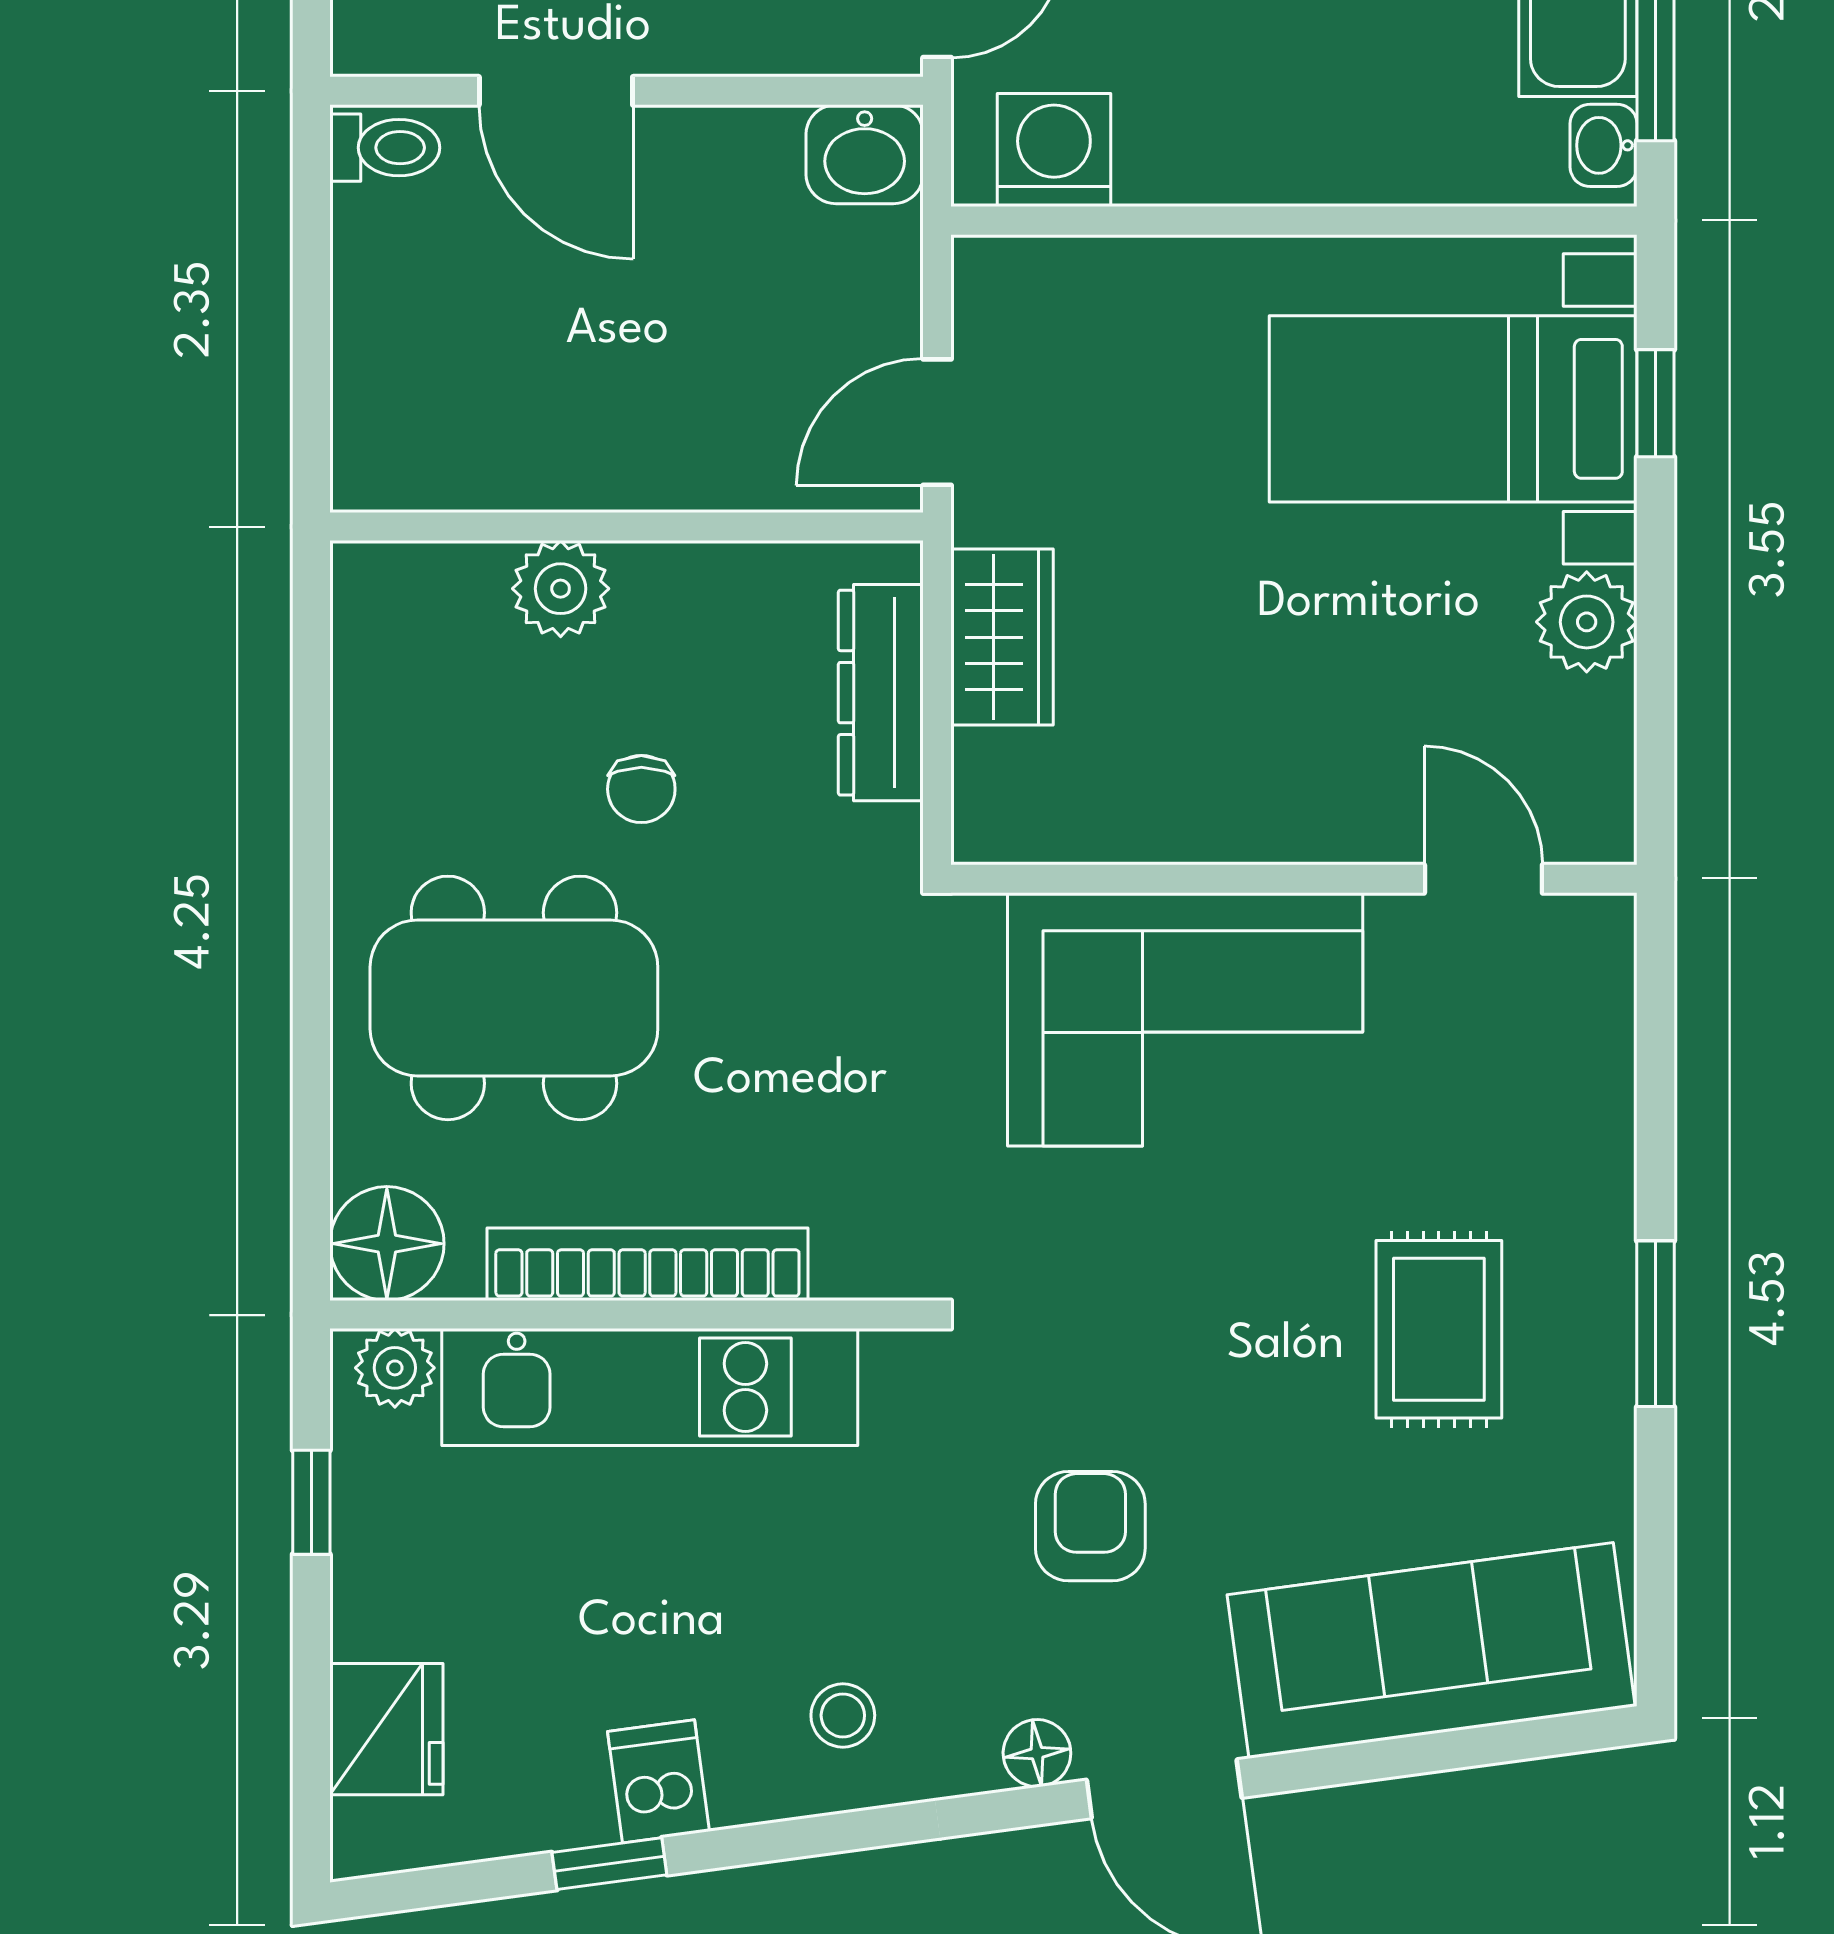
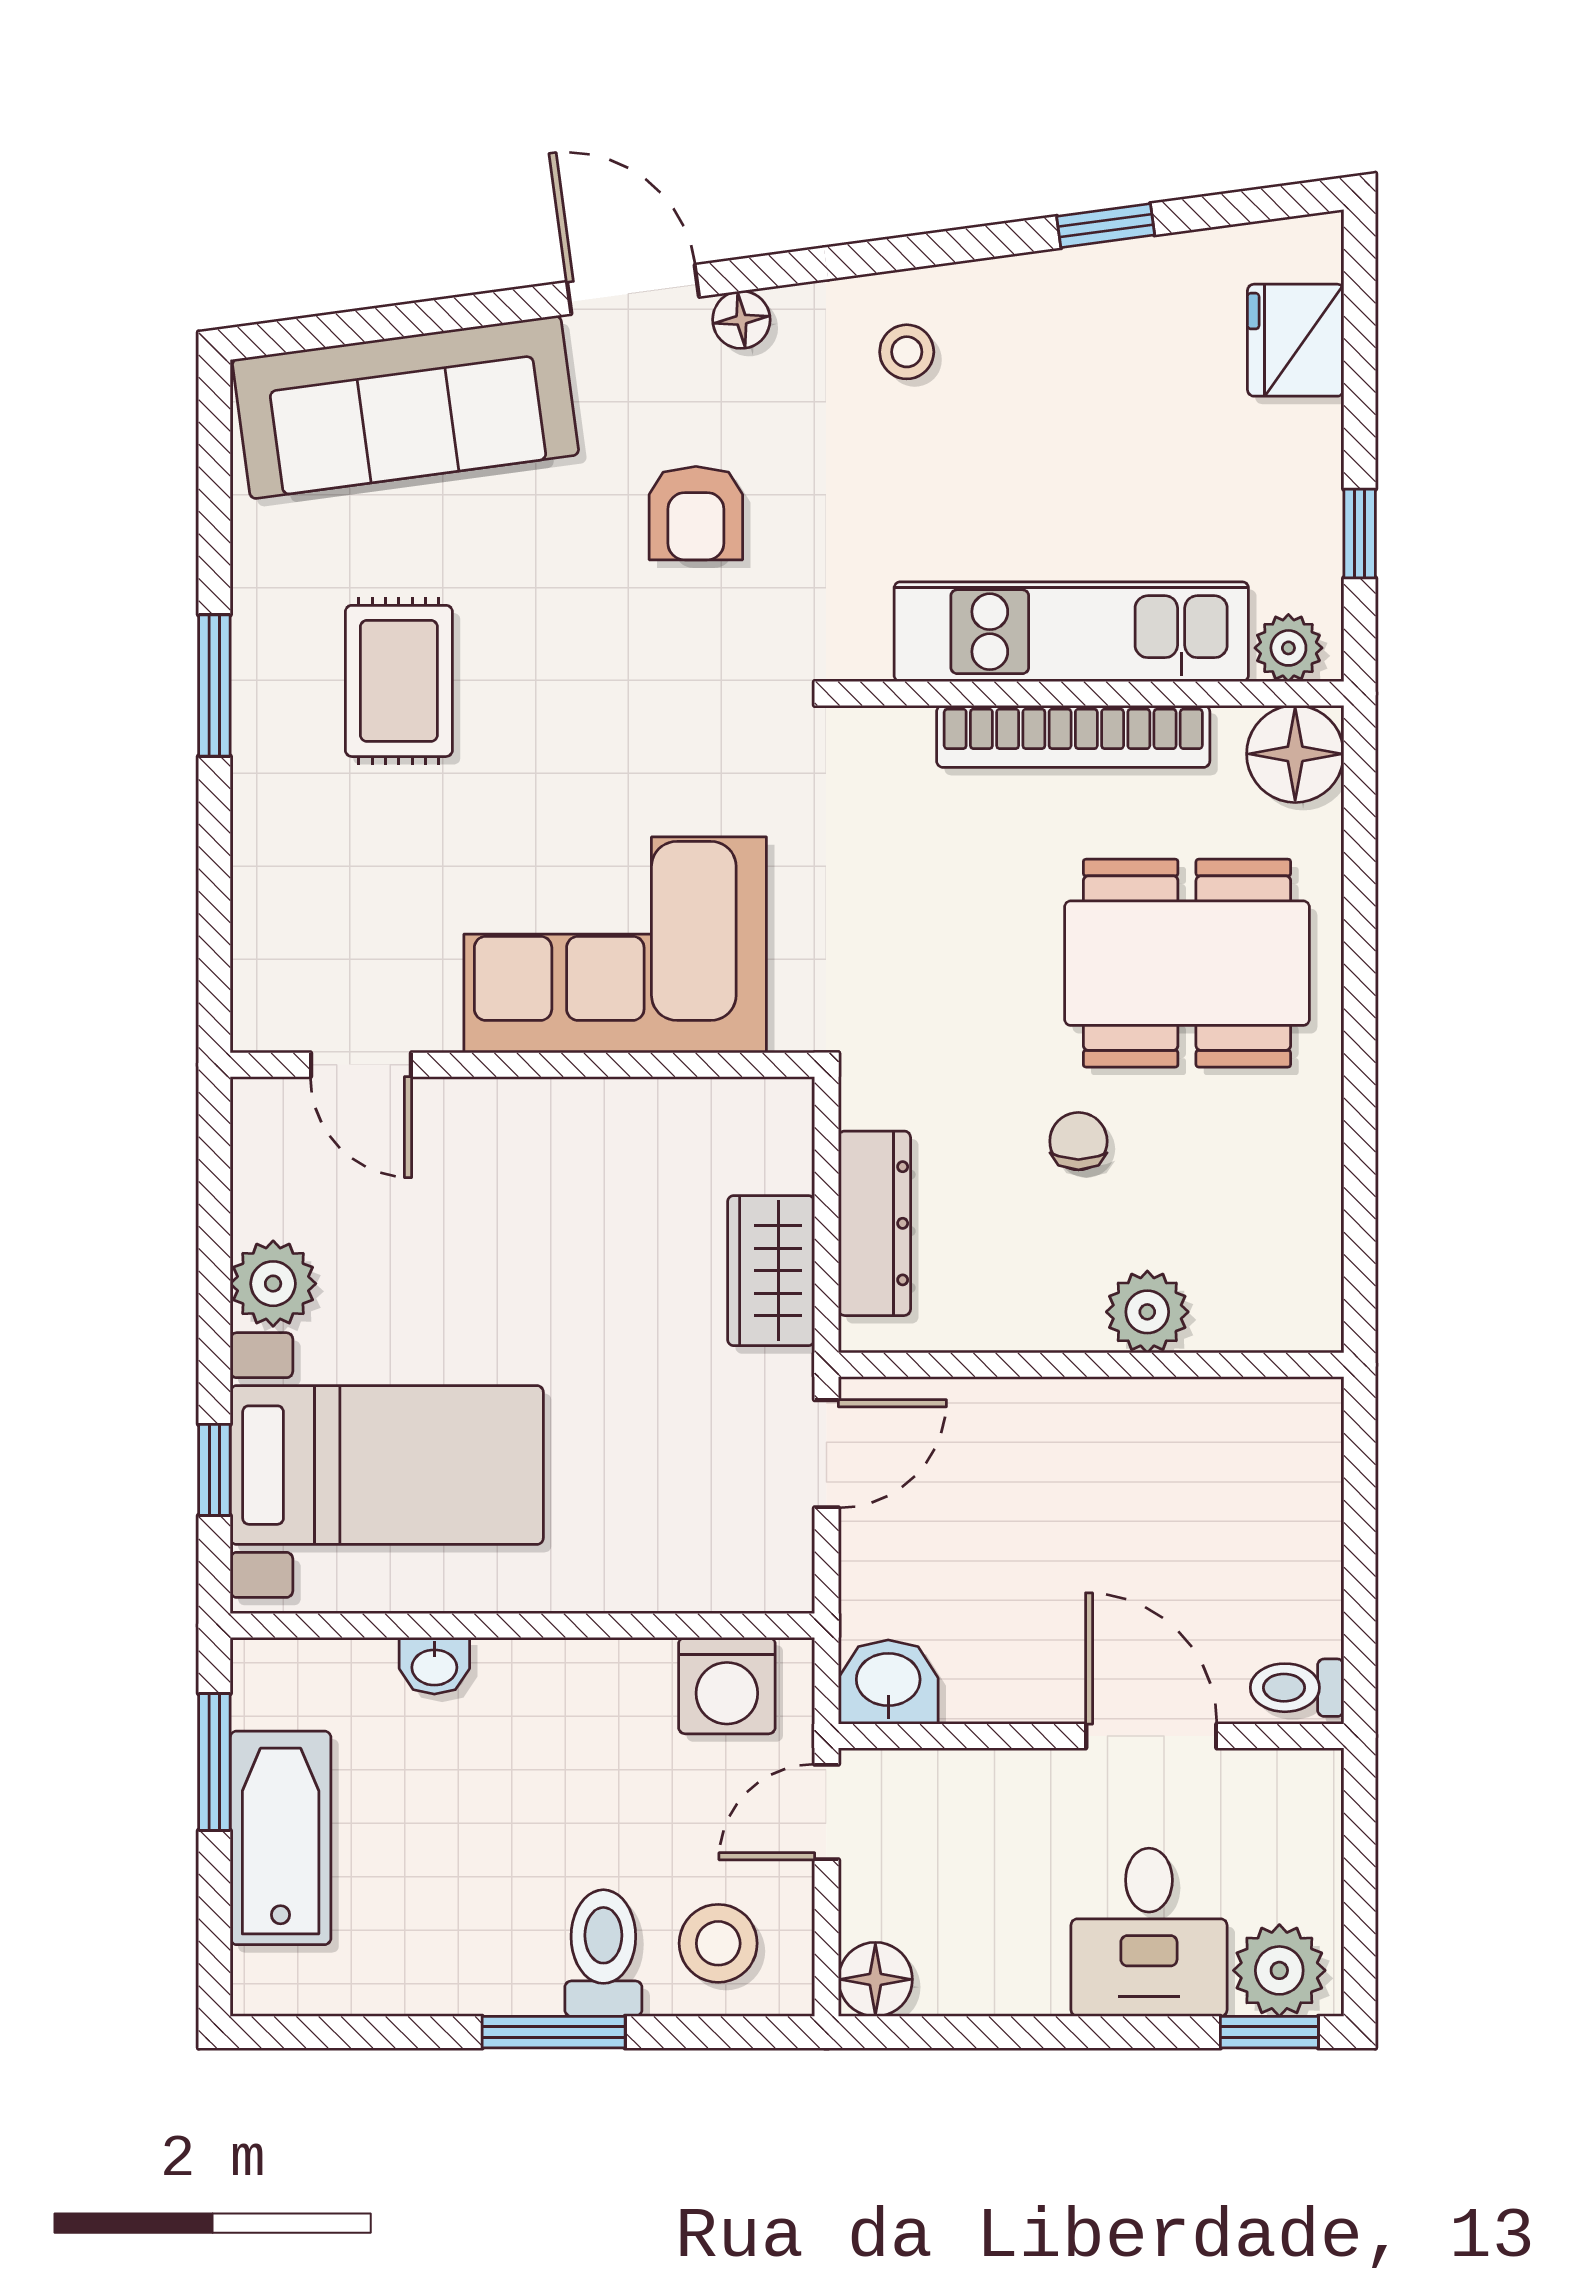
washbasin: (1604, 145) -> (434, 1666), moved, turned 90
dishwasher: (658, 1781) -> (1064, 296), removed

